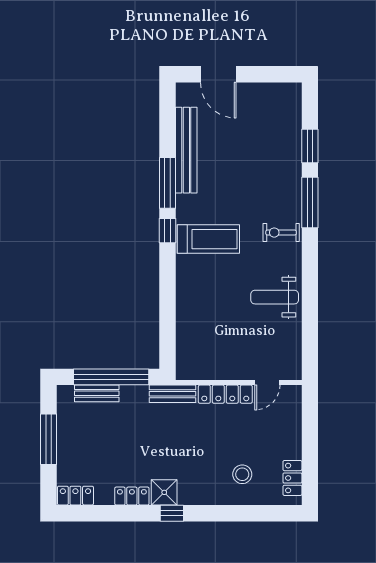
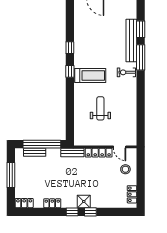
bench: (186, 150) -> (131, 41), moved
window: (167, 183) -> (70, 48), width x0.46
weight bench: (275, 297) -> (100, 108), moved, turned 90
door: (267, 382) -> (120, 147), hinge flipped
stool: (242, 474) -> (125, 169), moved
shower: (164, 492) -> (84, 201), moved
window: (209, 513) -> (90, 212), added

